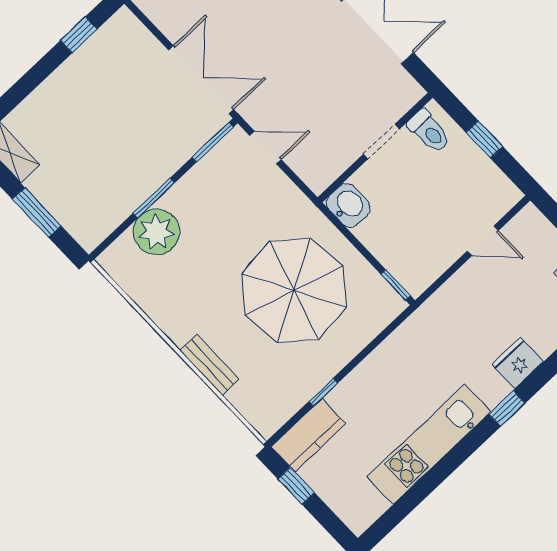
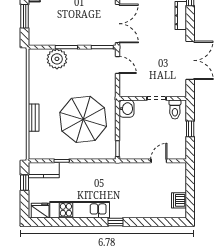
door: (483, 241) -> (159, 161), swing flipped
fridge: (518, 363) -> (40, 211), moved

